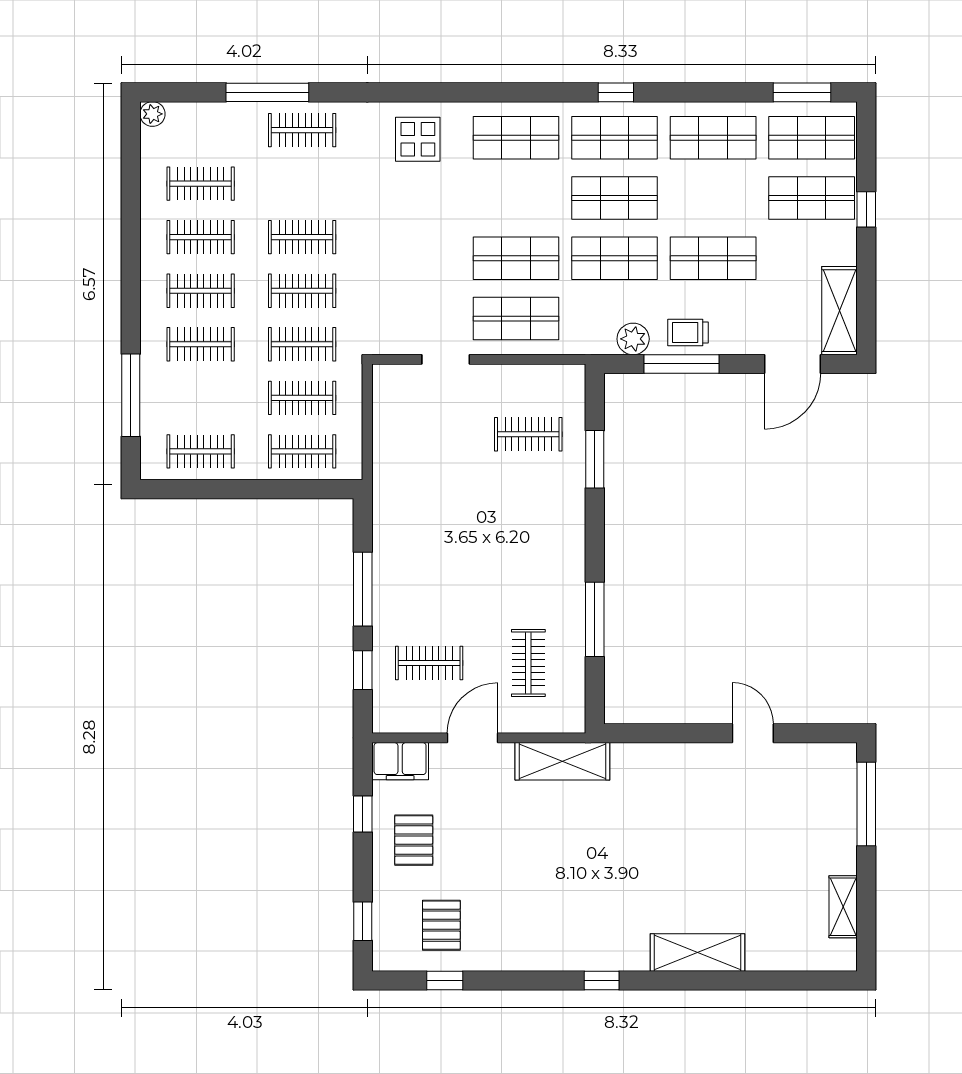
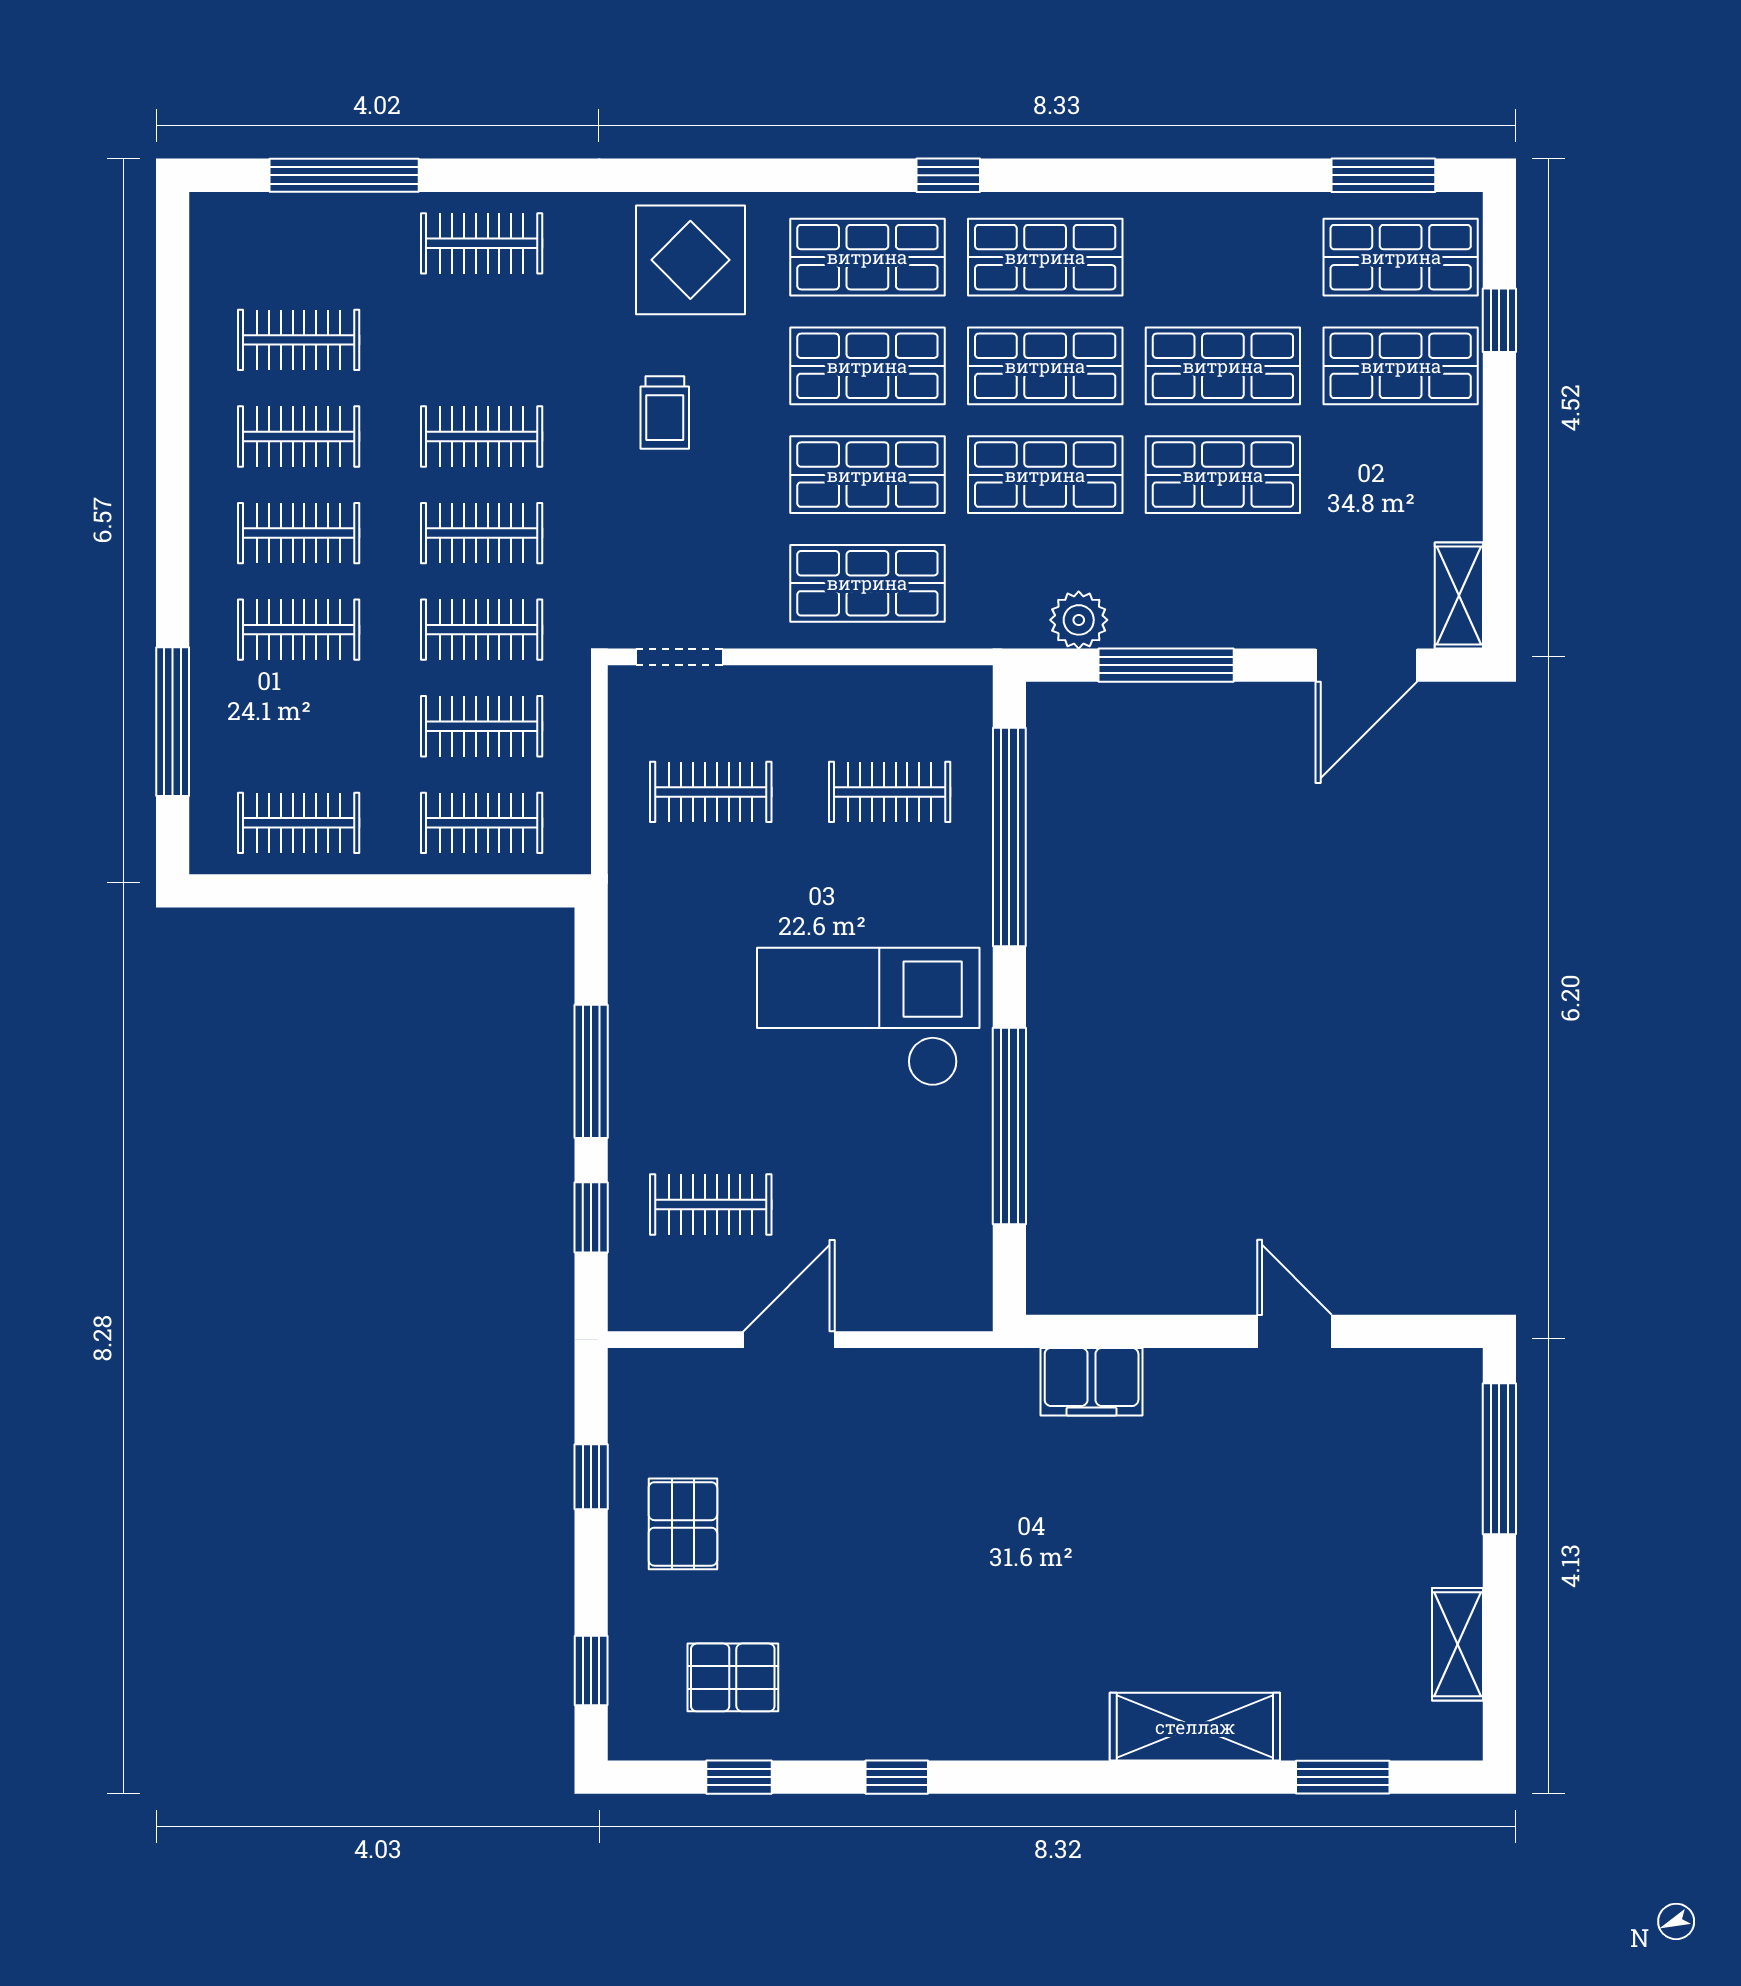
window: (267, 92) -> (344, 175), moved
window: (616, 92) -> (948, 175), moved
plant: (152, 114) -> (212, 214), removed
shop shelf: (713, 138) -> (1223, 366), moved
display table: (418, 139) -> (690, 260), width x1.36, depth x1.36
shop shelf: (516, 198) -> (867, 366), added
window: (866, 209) -> (1499, 320), moved
shelving: (839, 311) -> (1459, 596), width x0.67, depth x0.75
trolley: (688, 332) -> (665, 413), moved, turned -90
doorway: (446, 359) -> (679, 657), moved
window: (595, 459) -> (1009, 837), width x2.11
checkout: (516, 559) -> (868, 1017), added
window: (595, 619) -> (1009, 1126), width x1.46
clothes rail: (528, 663) -> (711, 792), moved, turned 90
filing cabinet: (400, 761) -> (1092, 1382), moved
shelving: (562, 761) -> (951, 1382), removed
pallet: (441, 925) -> (733, 1677), turned 90
window: (602, 980) -> (897, 1777), moved
window: (779, 980) -> (1343, 1777), added

